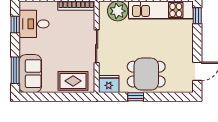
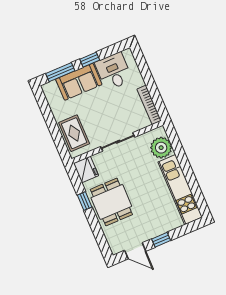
window: (197, 16) -> (161, 240), moved
window: (15, 25) -> (90, 60), moved
sofa: (30, 74) -> (79, 82), moved

